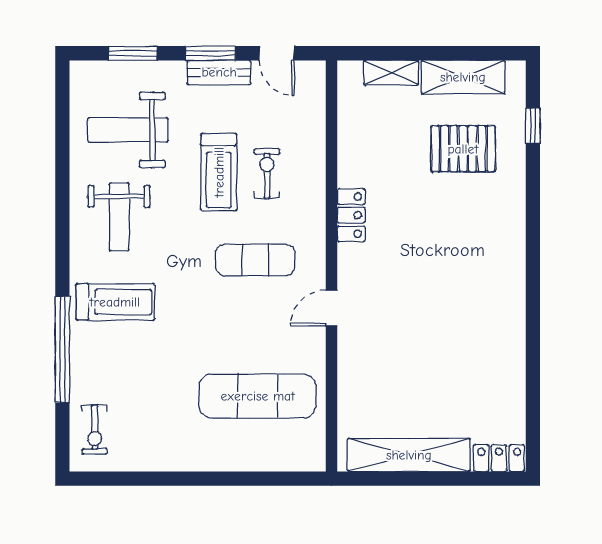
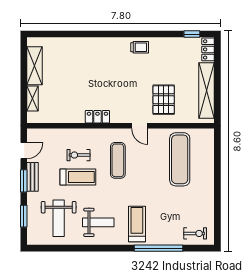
window: (533, 126) -> (192, 34), moved
pallet: (463, 149) -> (164, 100), moved
trolley: (504, 308) -> (140, 47), added

